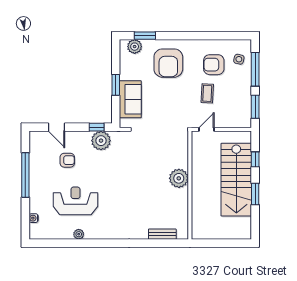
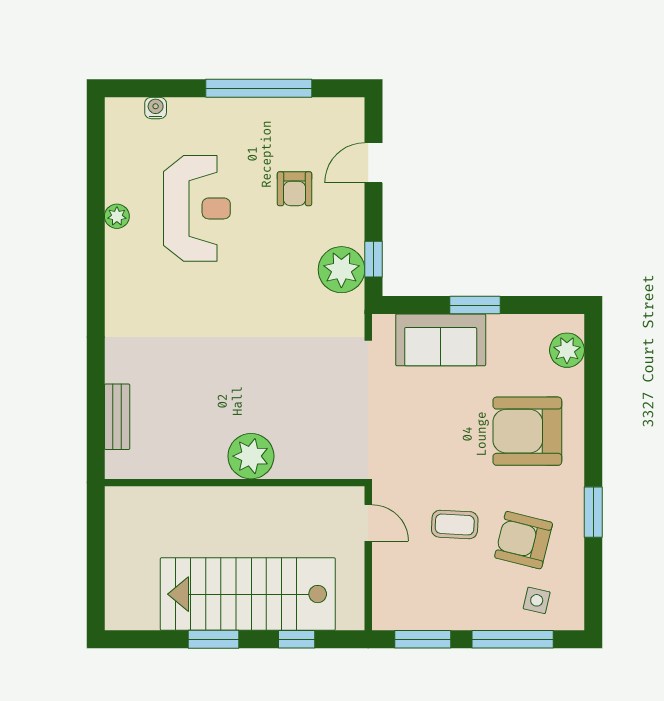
window: (145, 36) -> (593, 512), moved
armchair: (214, 65) -> (524, 540), turned -76

